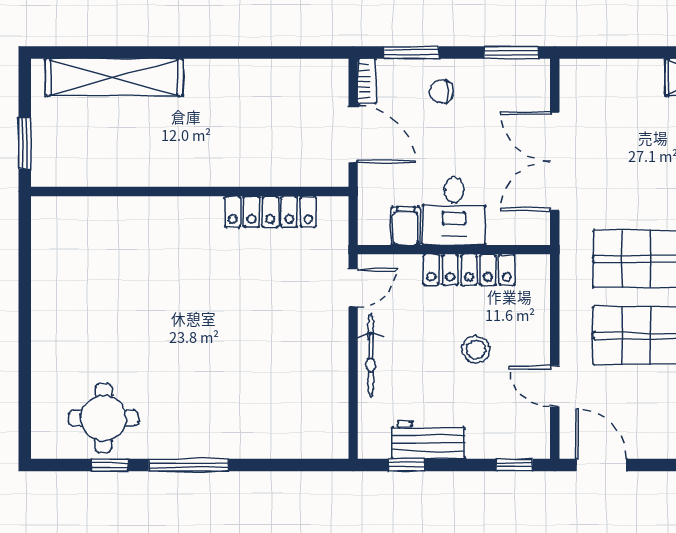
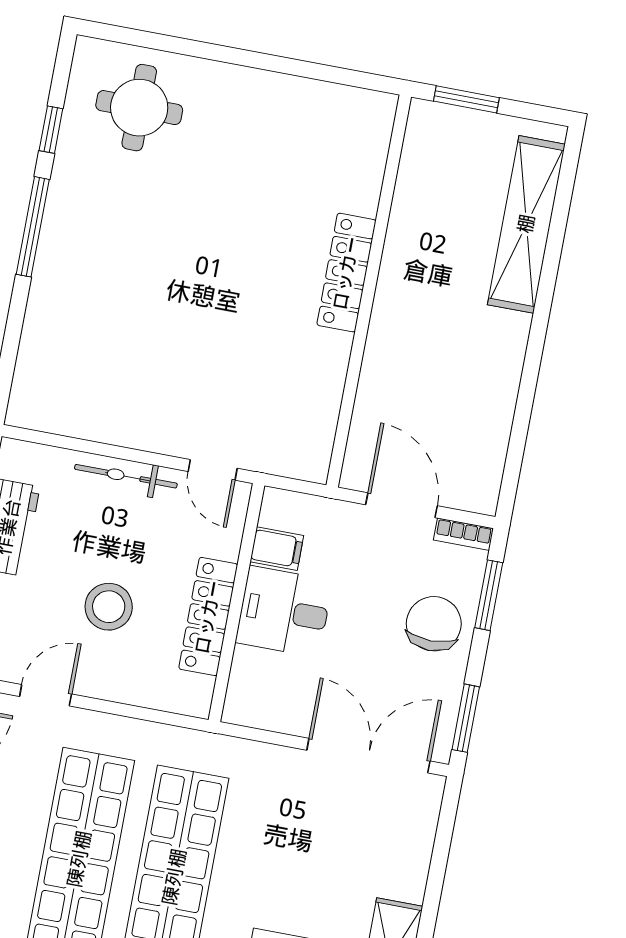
chair: (442, 91) -> (434, 624), width x1.87, depth x1.87
door: (353, 134) -> (402, 505), swing flipped
double door: (555, 161) -> (368, 756), moved
locker: (270, 212) -> (346, 273), moved
stool: (476, 349) -> (109, 607), width x1.38, depth x1.38
round table: (103, 418) -> (139, 108), moved

